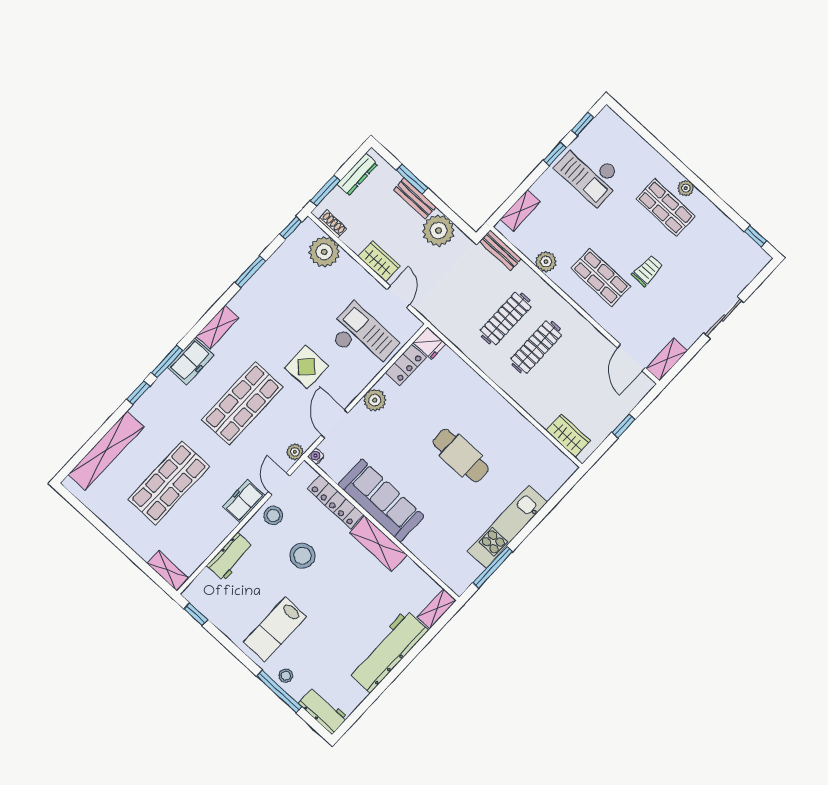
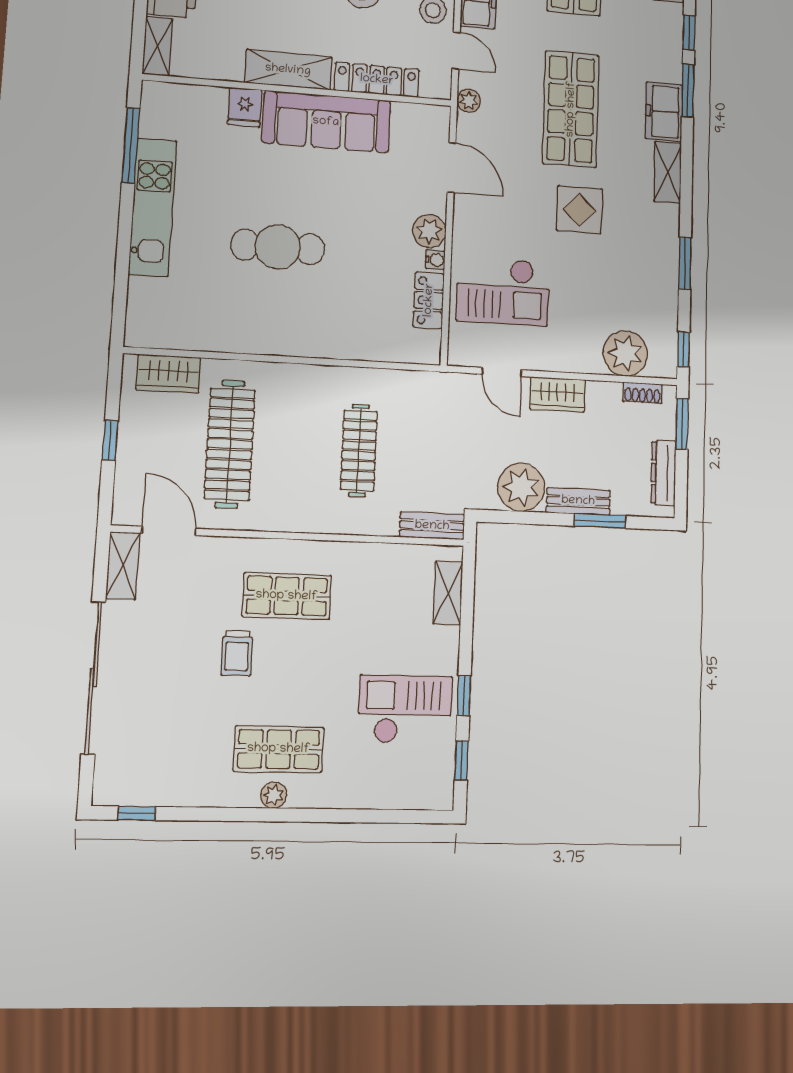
plant: (546, 262) -> (368, 558), removed
sliding door: (724, 318) -> (93, 677), width x1.86
fridge: (429, 343) -> (245, 107), moved, turned -90
clothes rail: (536, 347) -> (230, 444), moved, width x1.37, depth x1.31
display table: (306, 367) -> (579, 210), moved
water cooler: (316, 456) -> (435, 260), moved

